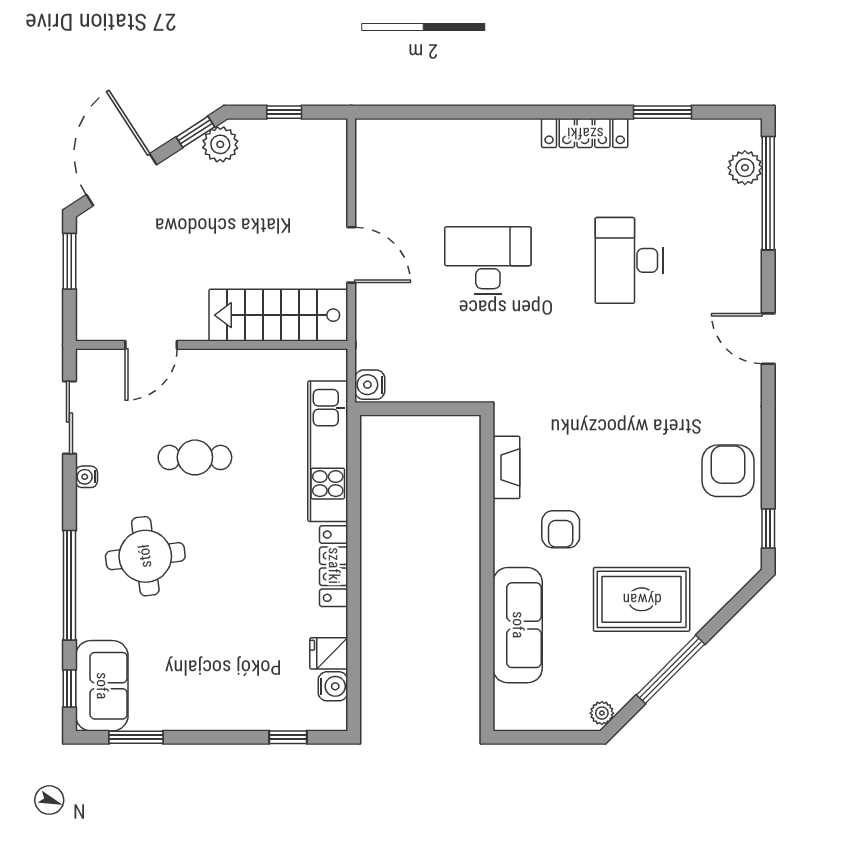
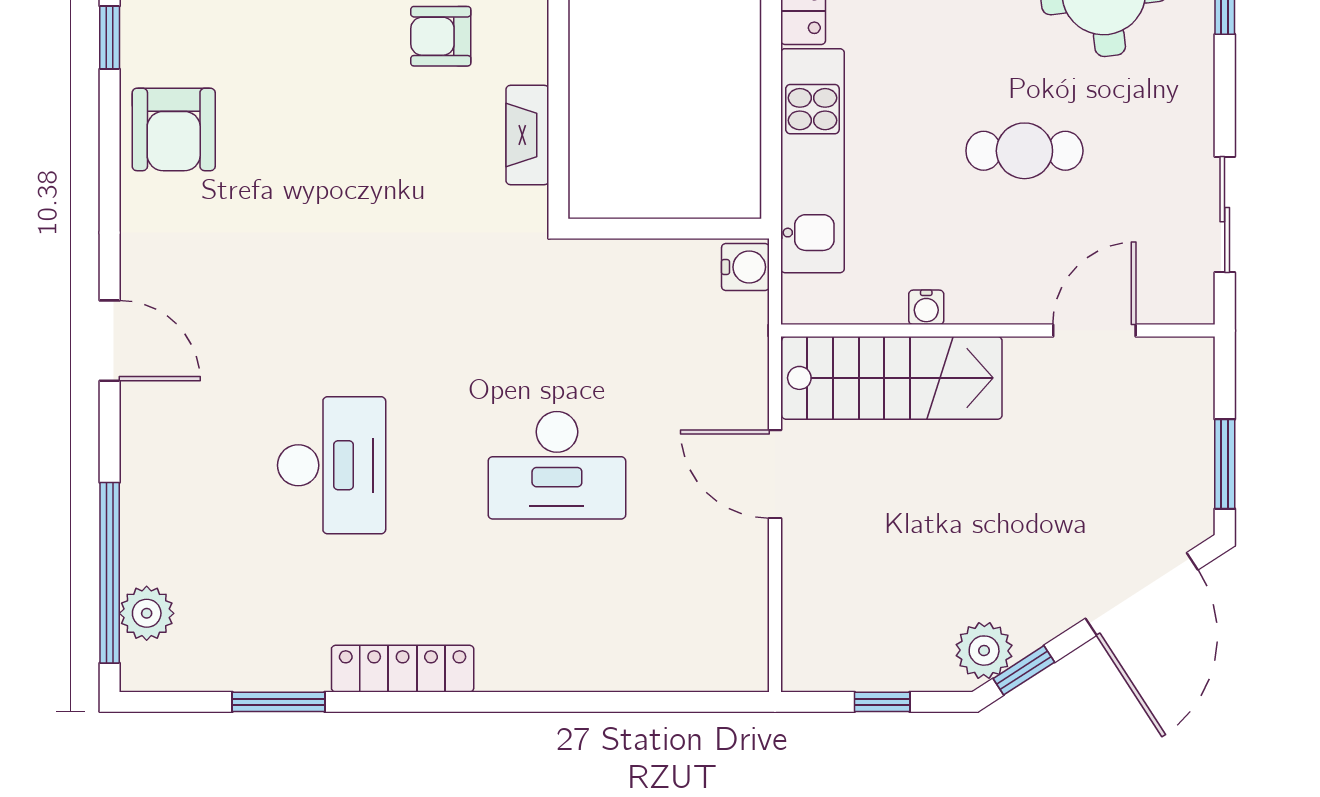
water cooler: (86, 477) -> (926, 307), moved, turned 90
armchair: (561, 529) -> (441, 36), turned -90

